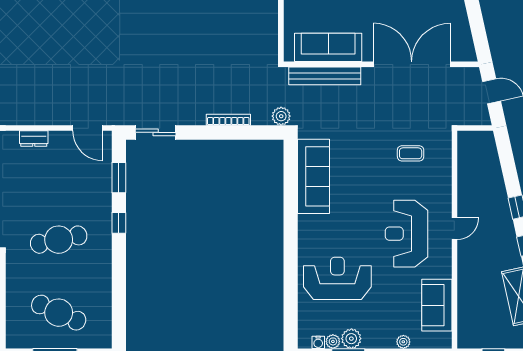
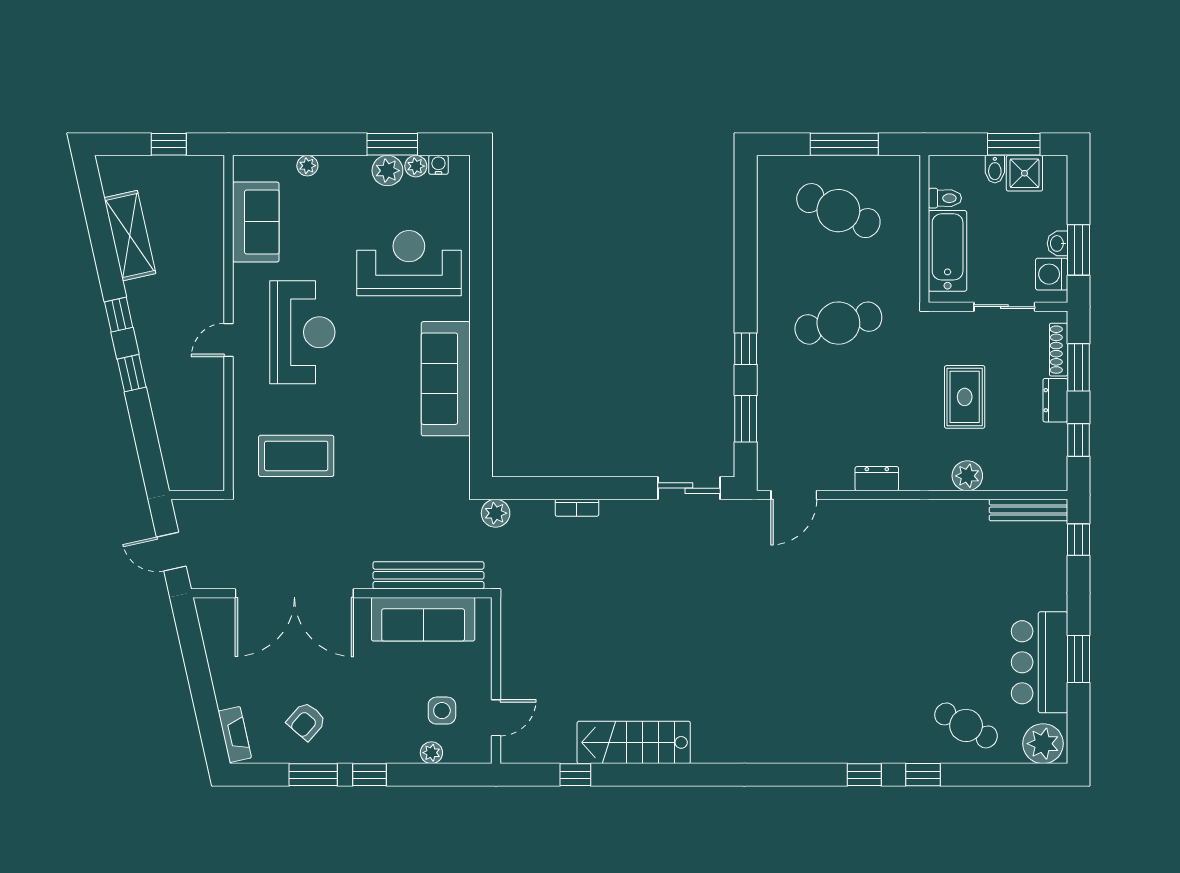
bookcase: (228, 120) -> (577, 508), width x0.64
door: (88, 128) -> (794, 495), swing flipped
coffee table: (411, 153) -> (296, 456), width x1.86, depth x1.72
sofa: (314, 176) -> (446, 379), moved
reception desk: (337, 278) -> (409, 263), turned 180

